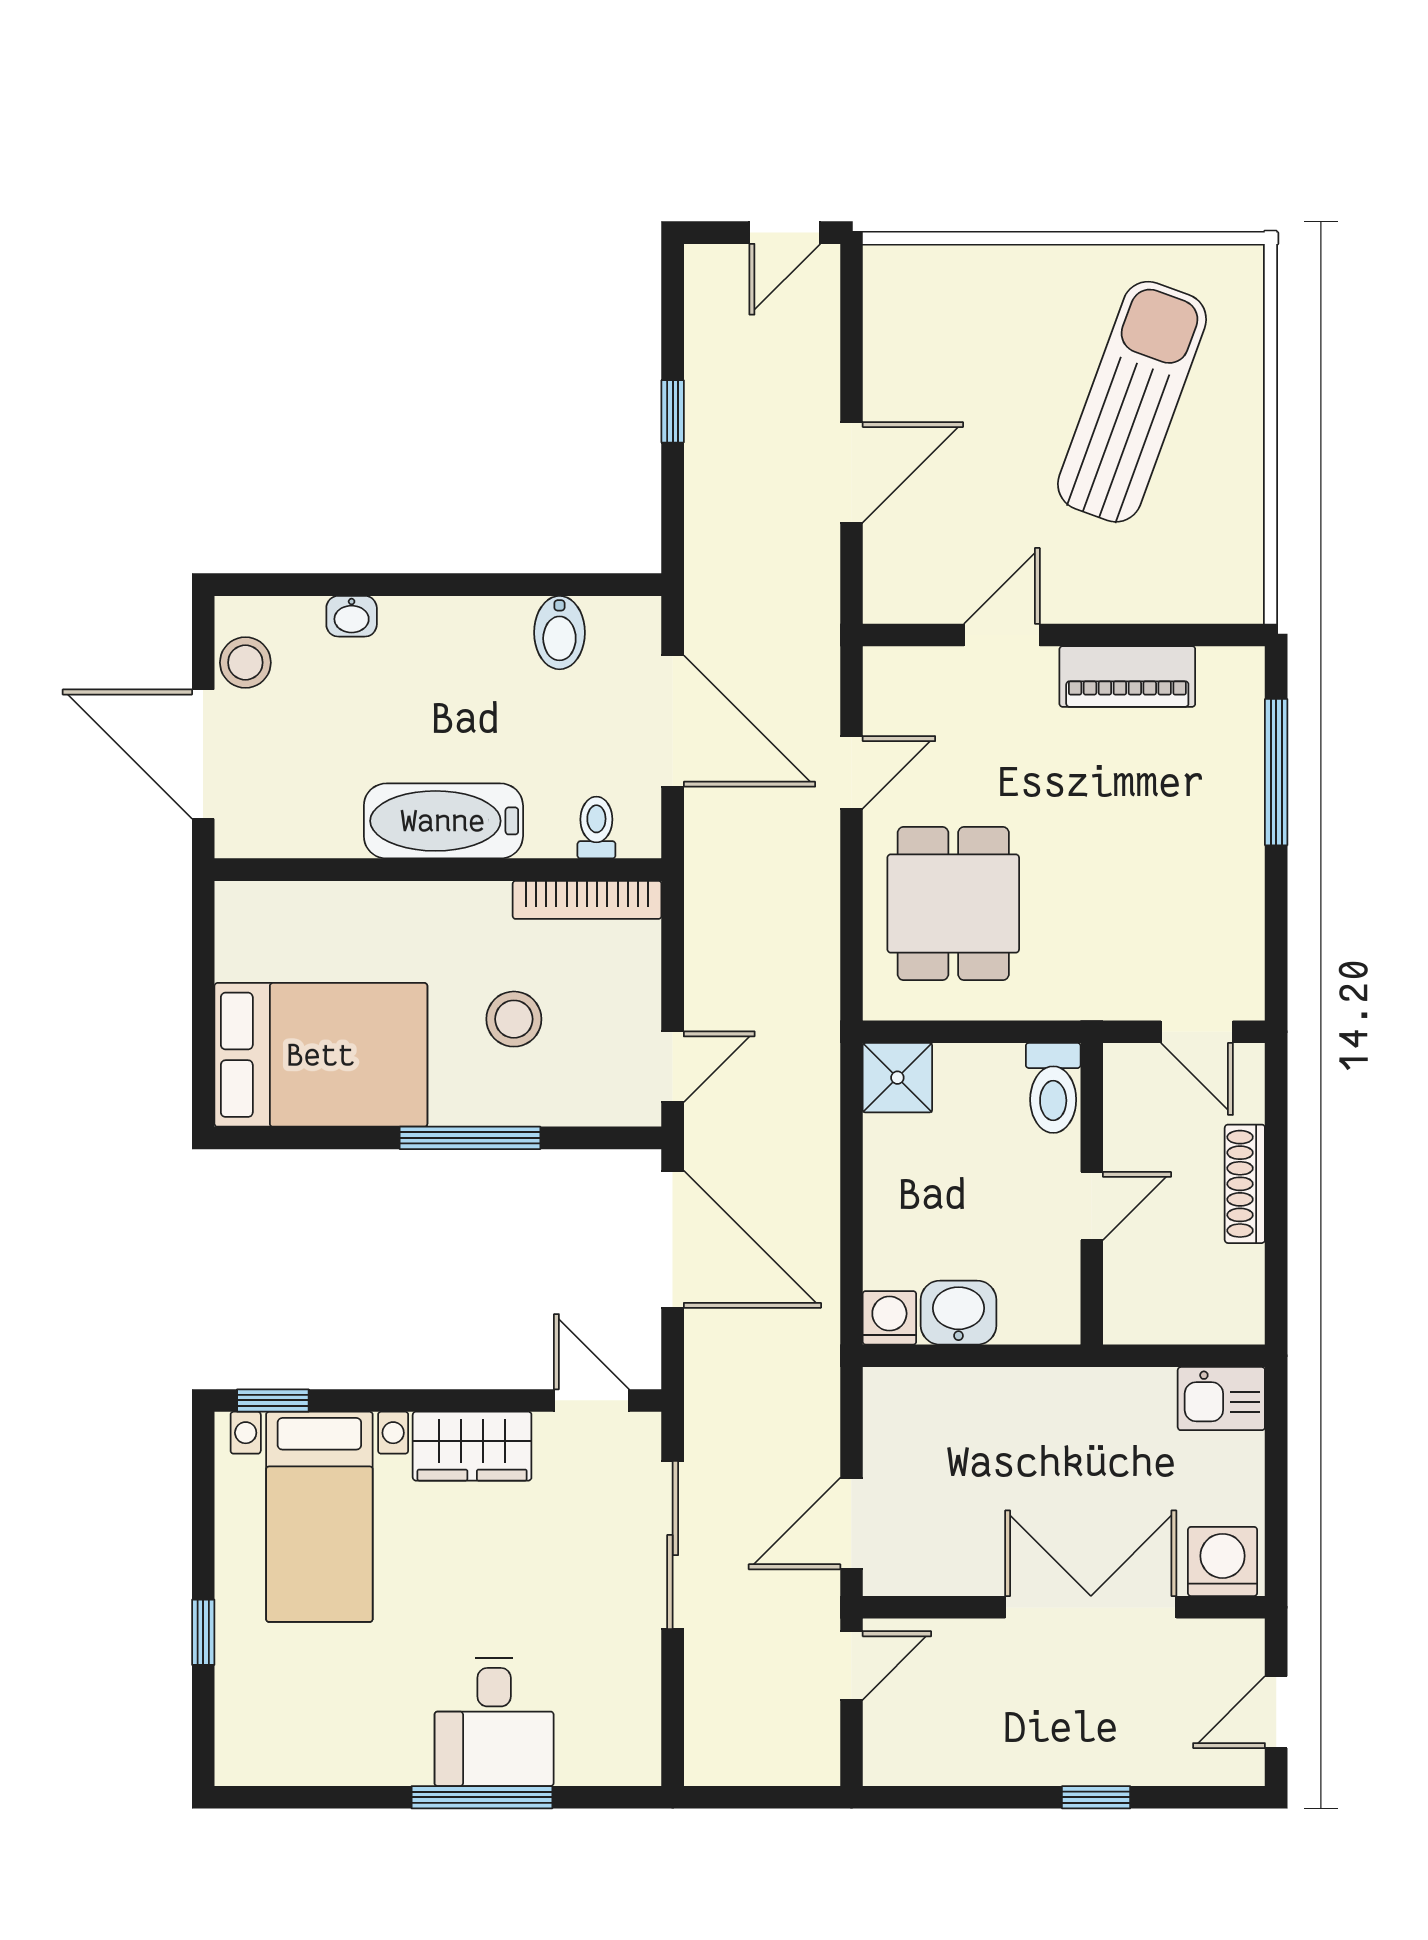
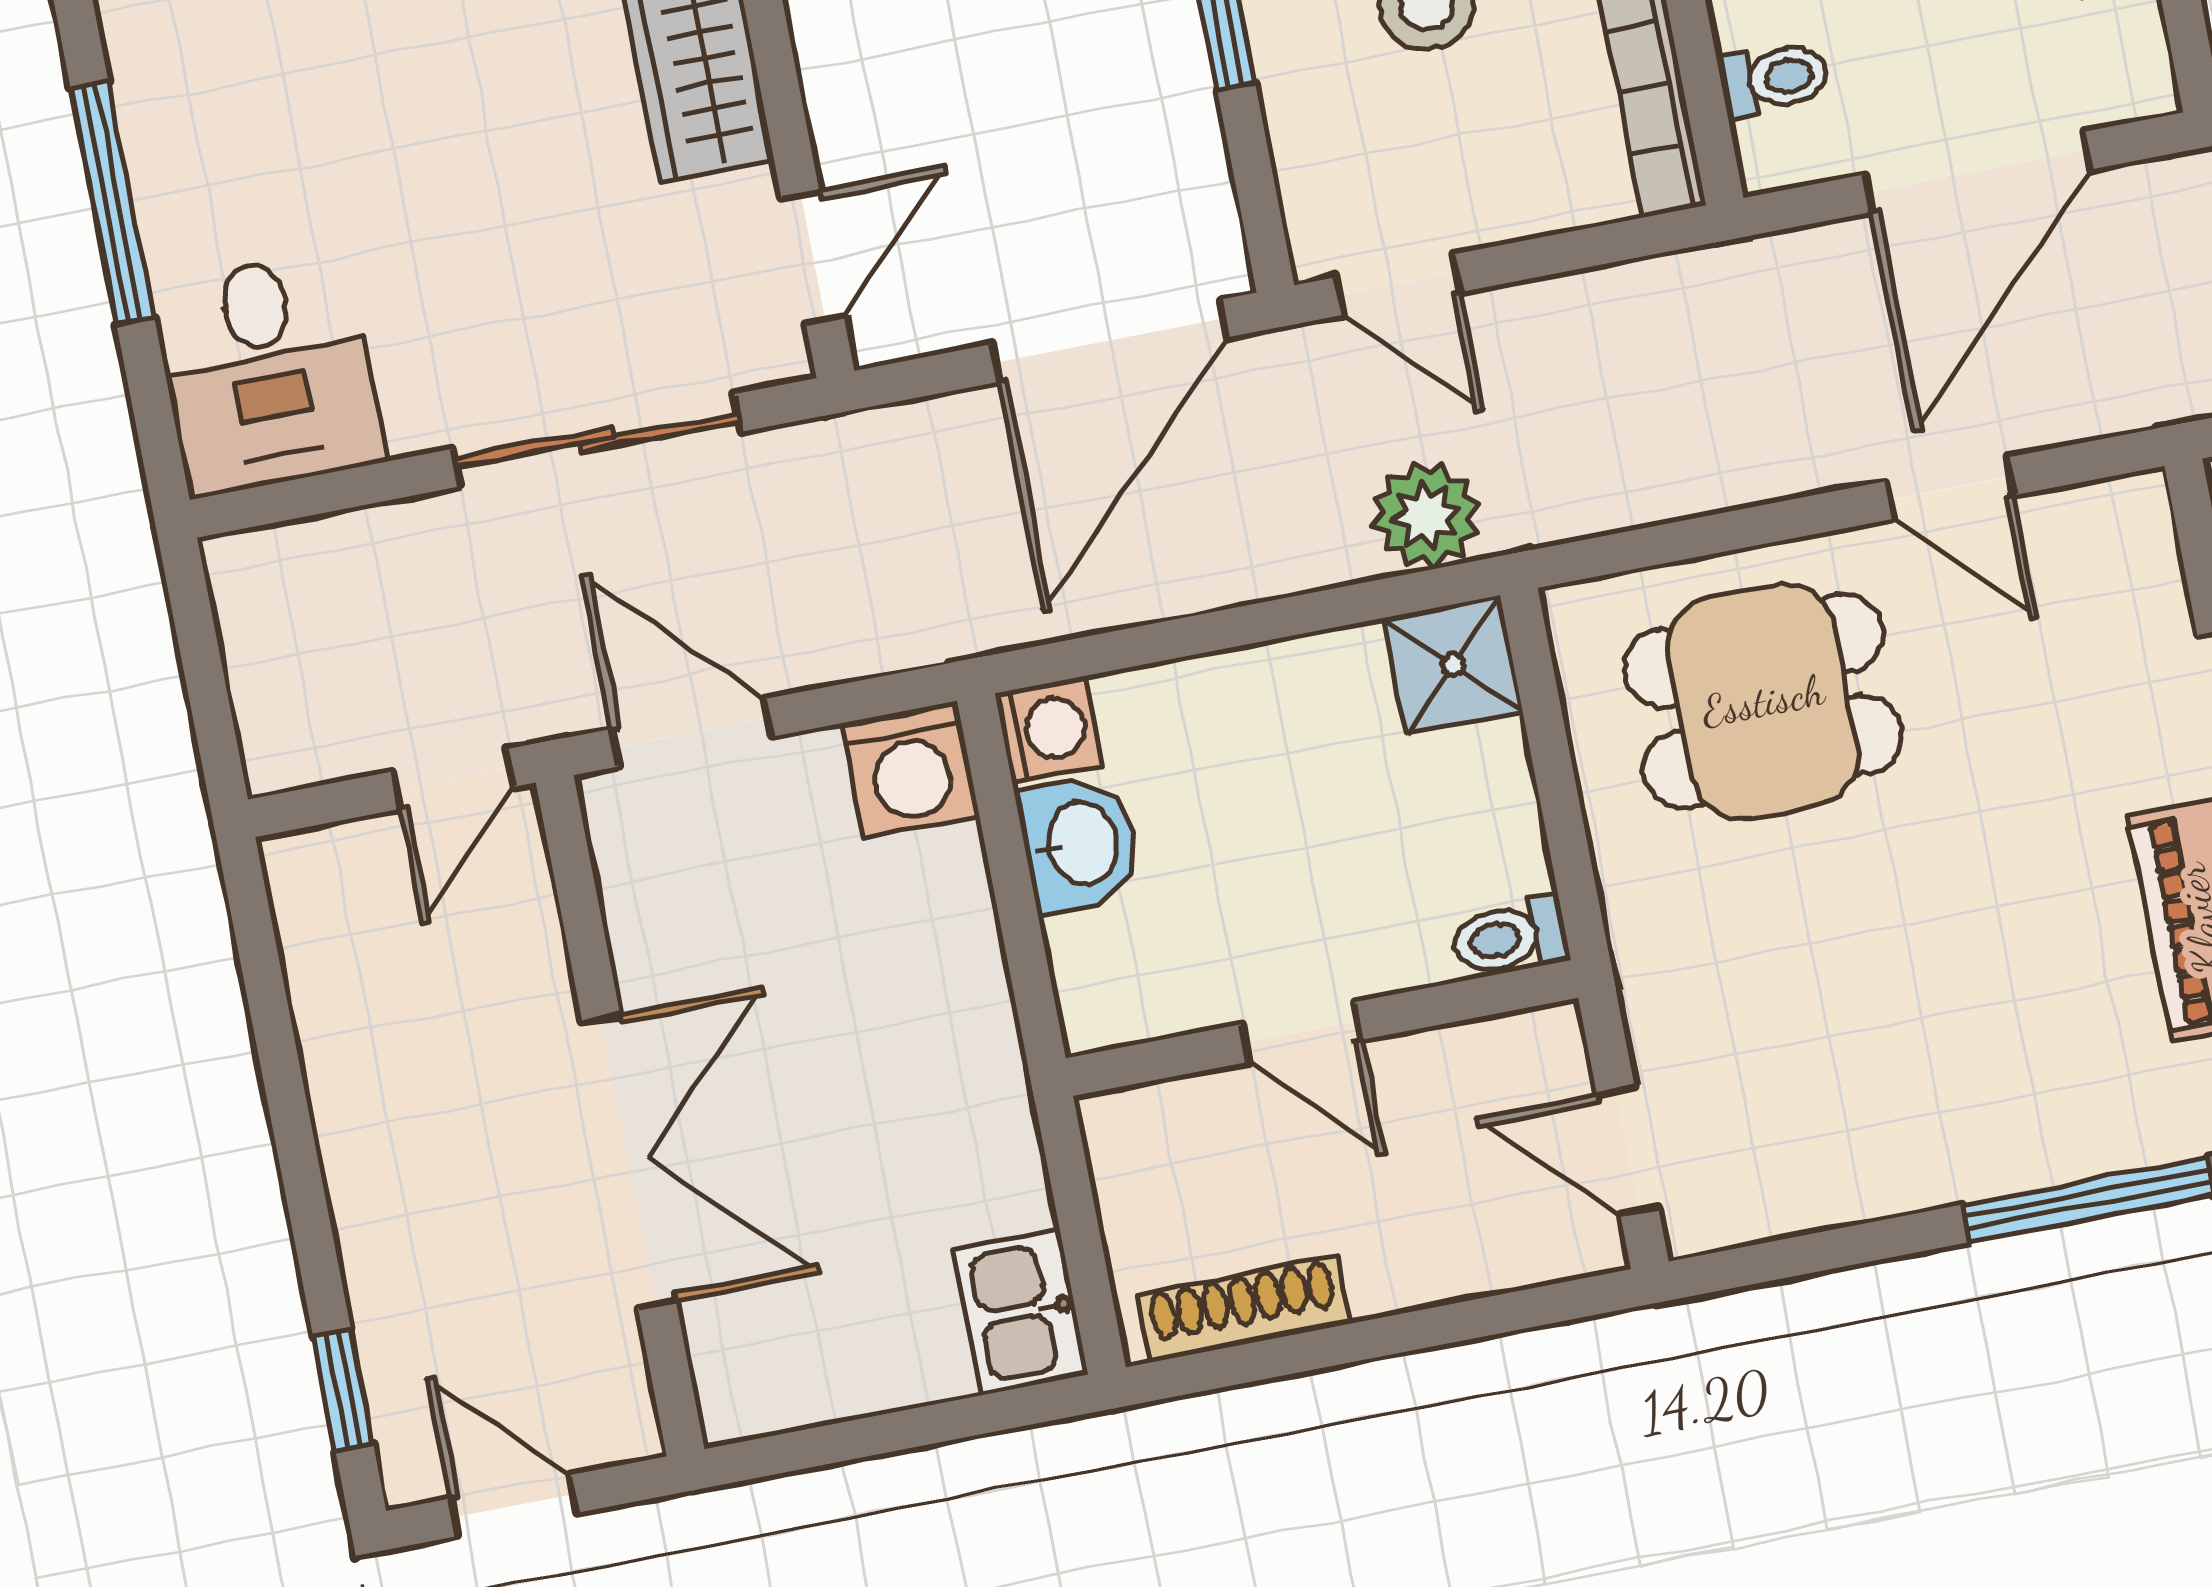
door: (1197, 1032) -> (1628, 1151), hinge flipped
plant: (808, 1077) -> (1426, 515), added
toilet: (1053, 1088) -> (1510, 937), width x0.73, depth x0.72
shoe rack: (1245, 1184) -> (1244, 1309), moved
washing machine: (1223, 1561) -> (910, 770), moved, turned 90
door: (851, 1666) -> (453, 779), hinge flipped
desk: (494, 1722) -> (268, 373), moved, turned -90
window: (1096, 1797) -> (343, 1391), moved

